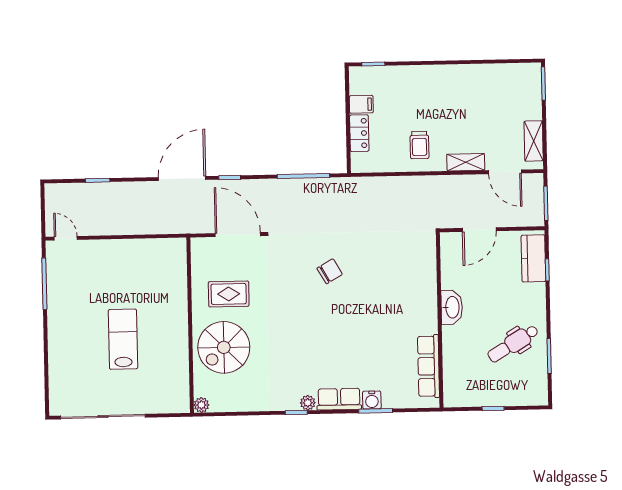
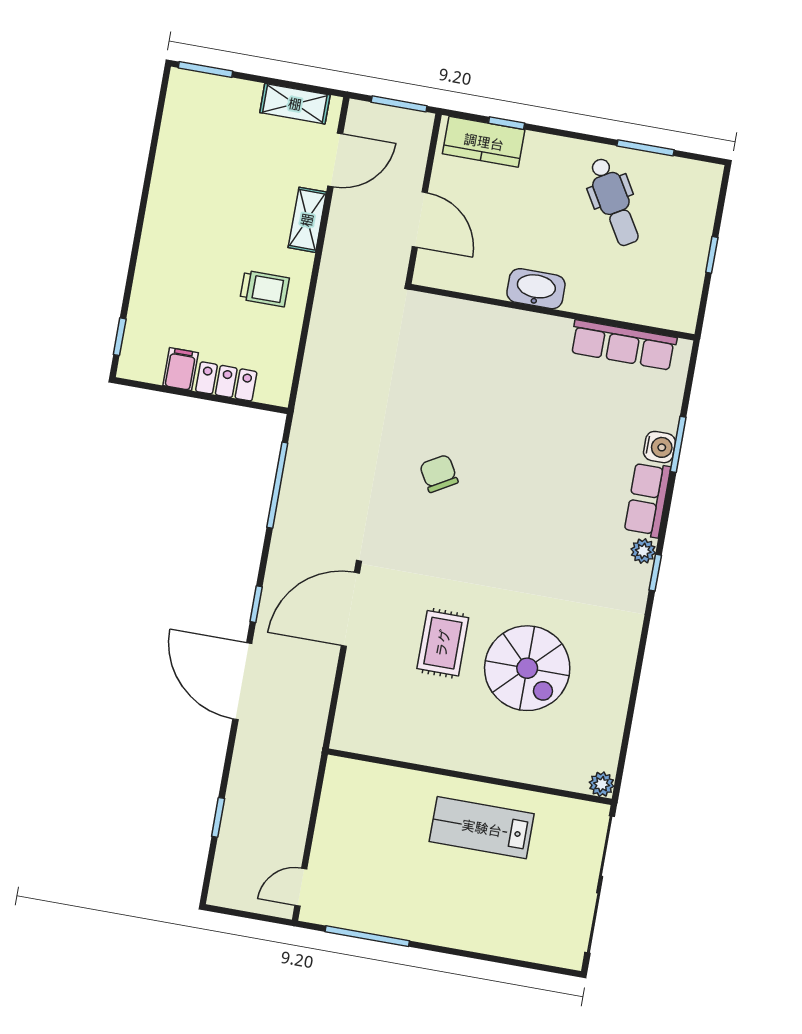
wall: (190, 325) -> (470, 777), moved
plant: (201, 405) -> (602, 784), moved

